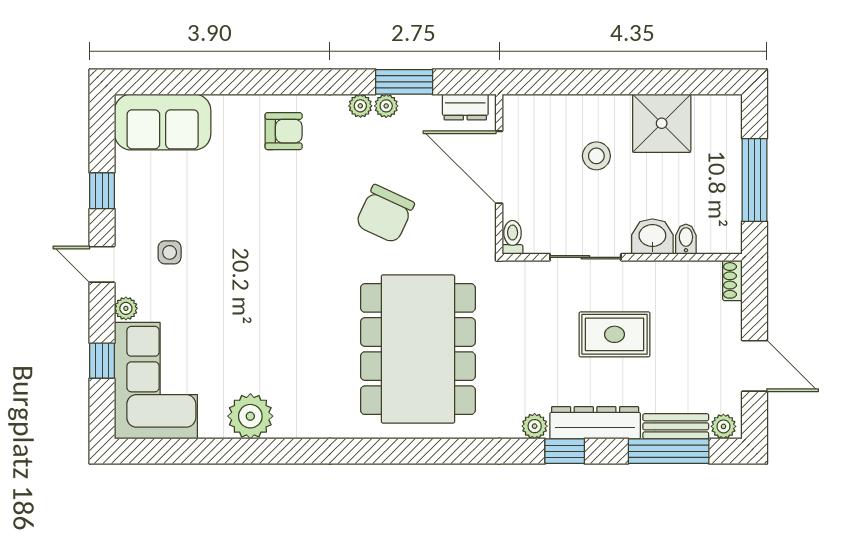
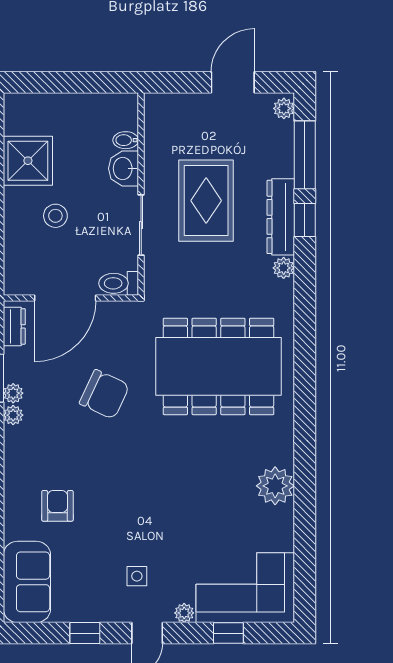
armchair: (284, 131) -> (57, 506), moved
window: (755, 180) -> (76, 82), removed
toilet: (513, 237) -> (119, 283), width x1.37, depth x1.39
shoe rack: (732, 280) -> (161, 101), removed
rug: (614, 334) -> (206, 201), width x1.36, depth x1.43
plant: (250, 416) -> (275, 486), moved
bench: (676, 426) -> (284, 149), removed
window: (565, 451) -> (305, 220), moved

